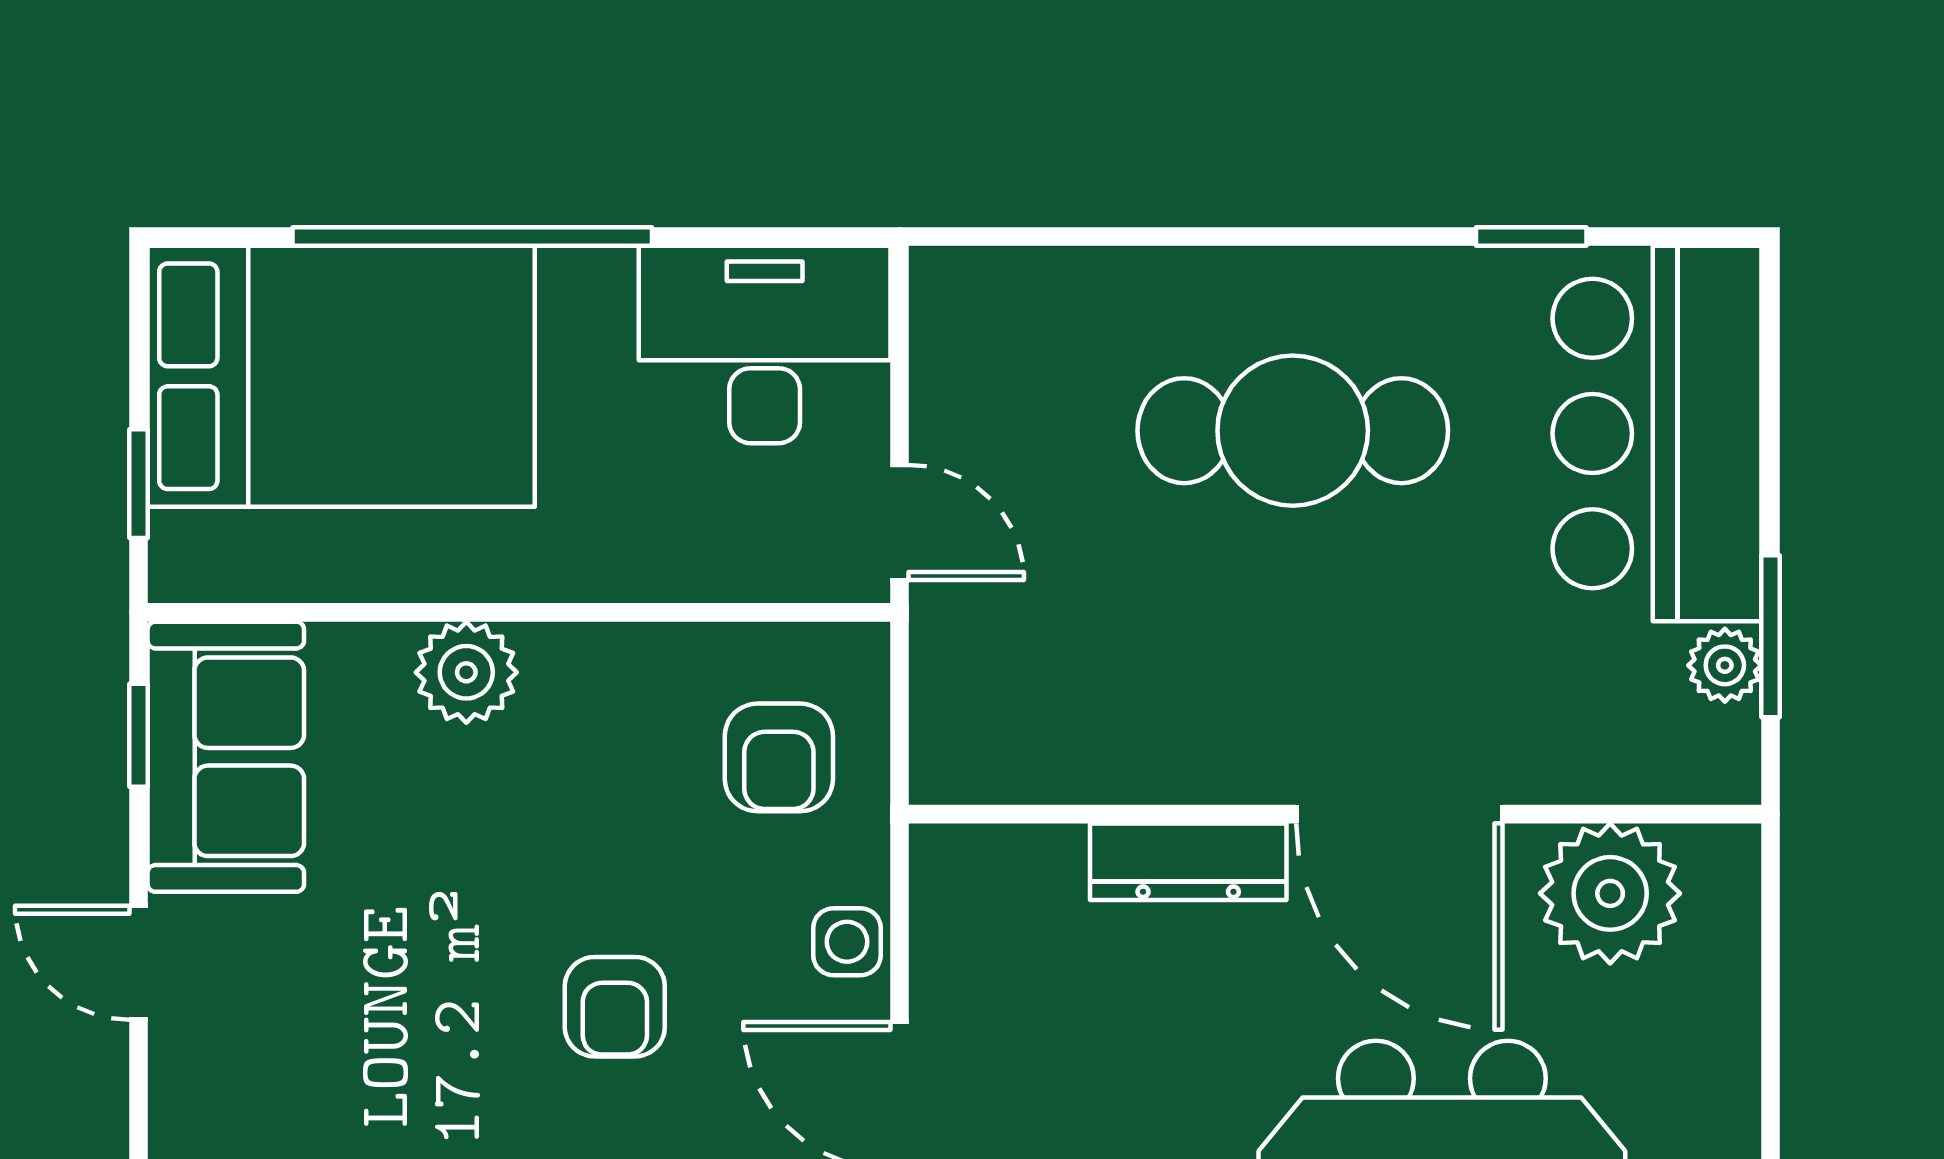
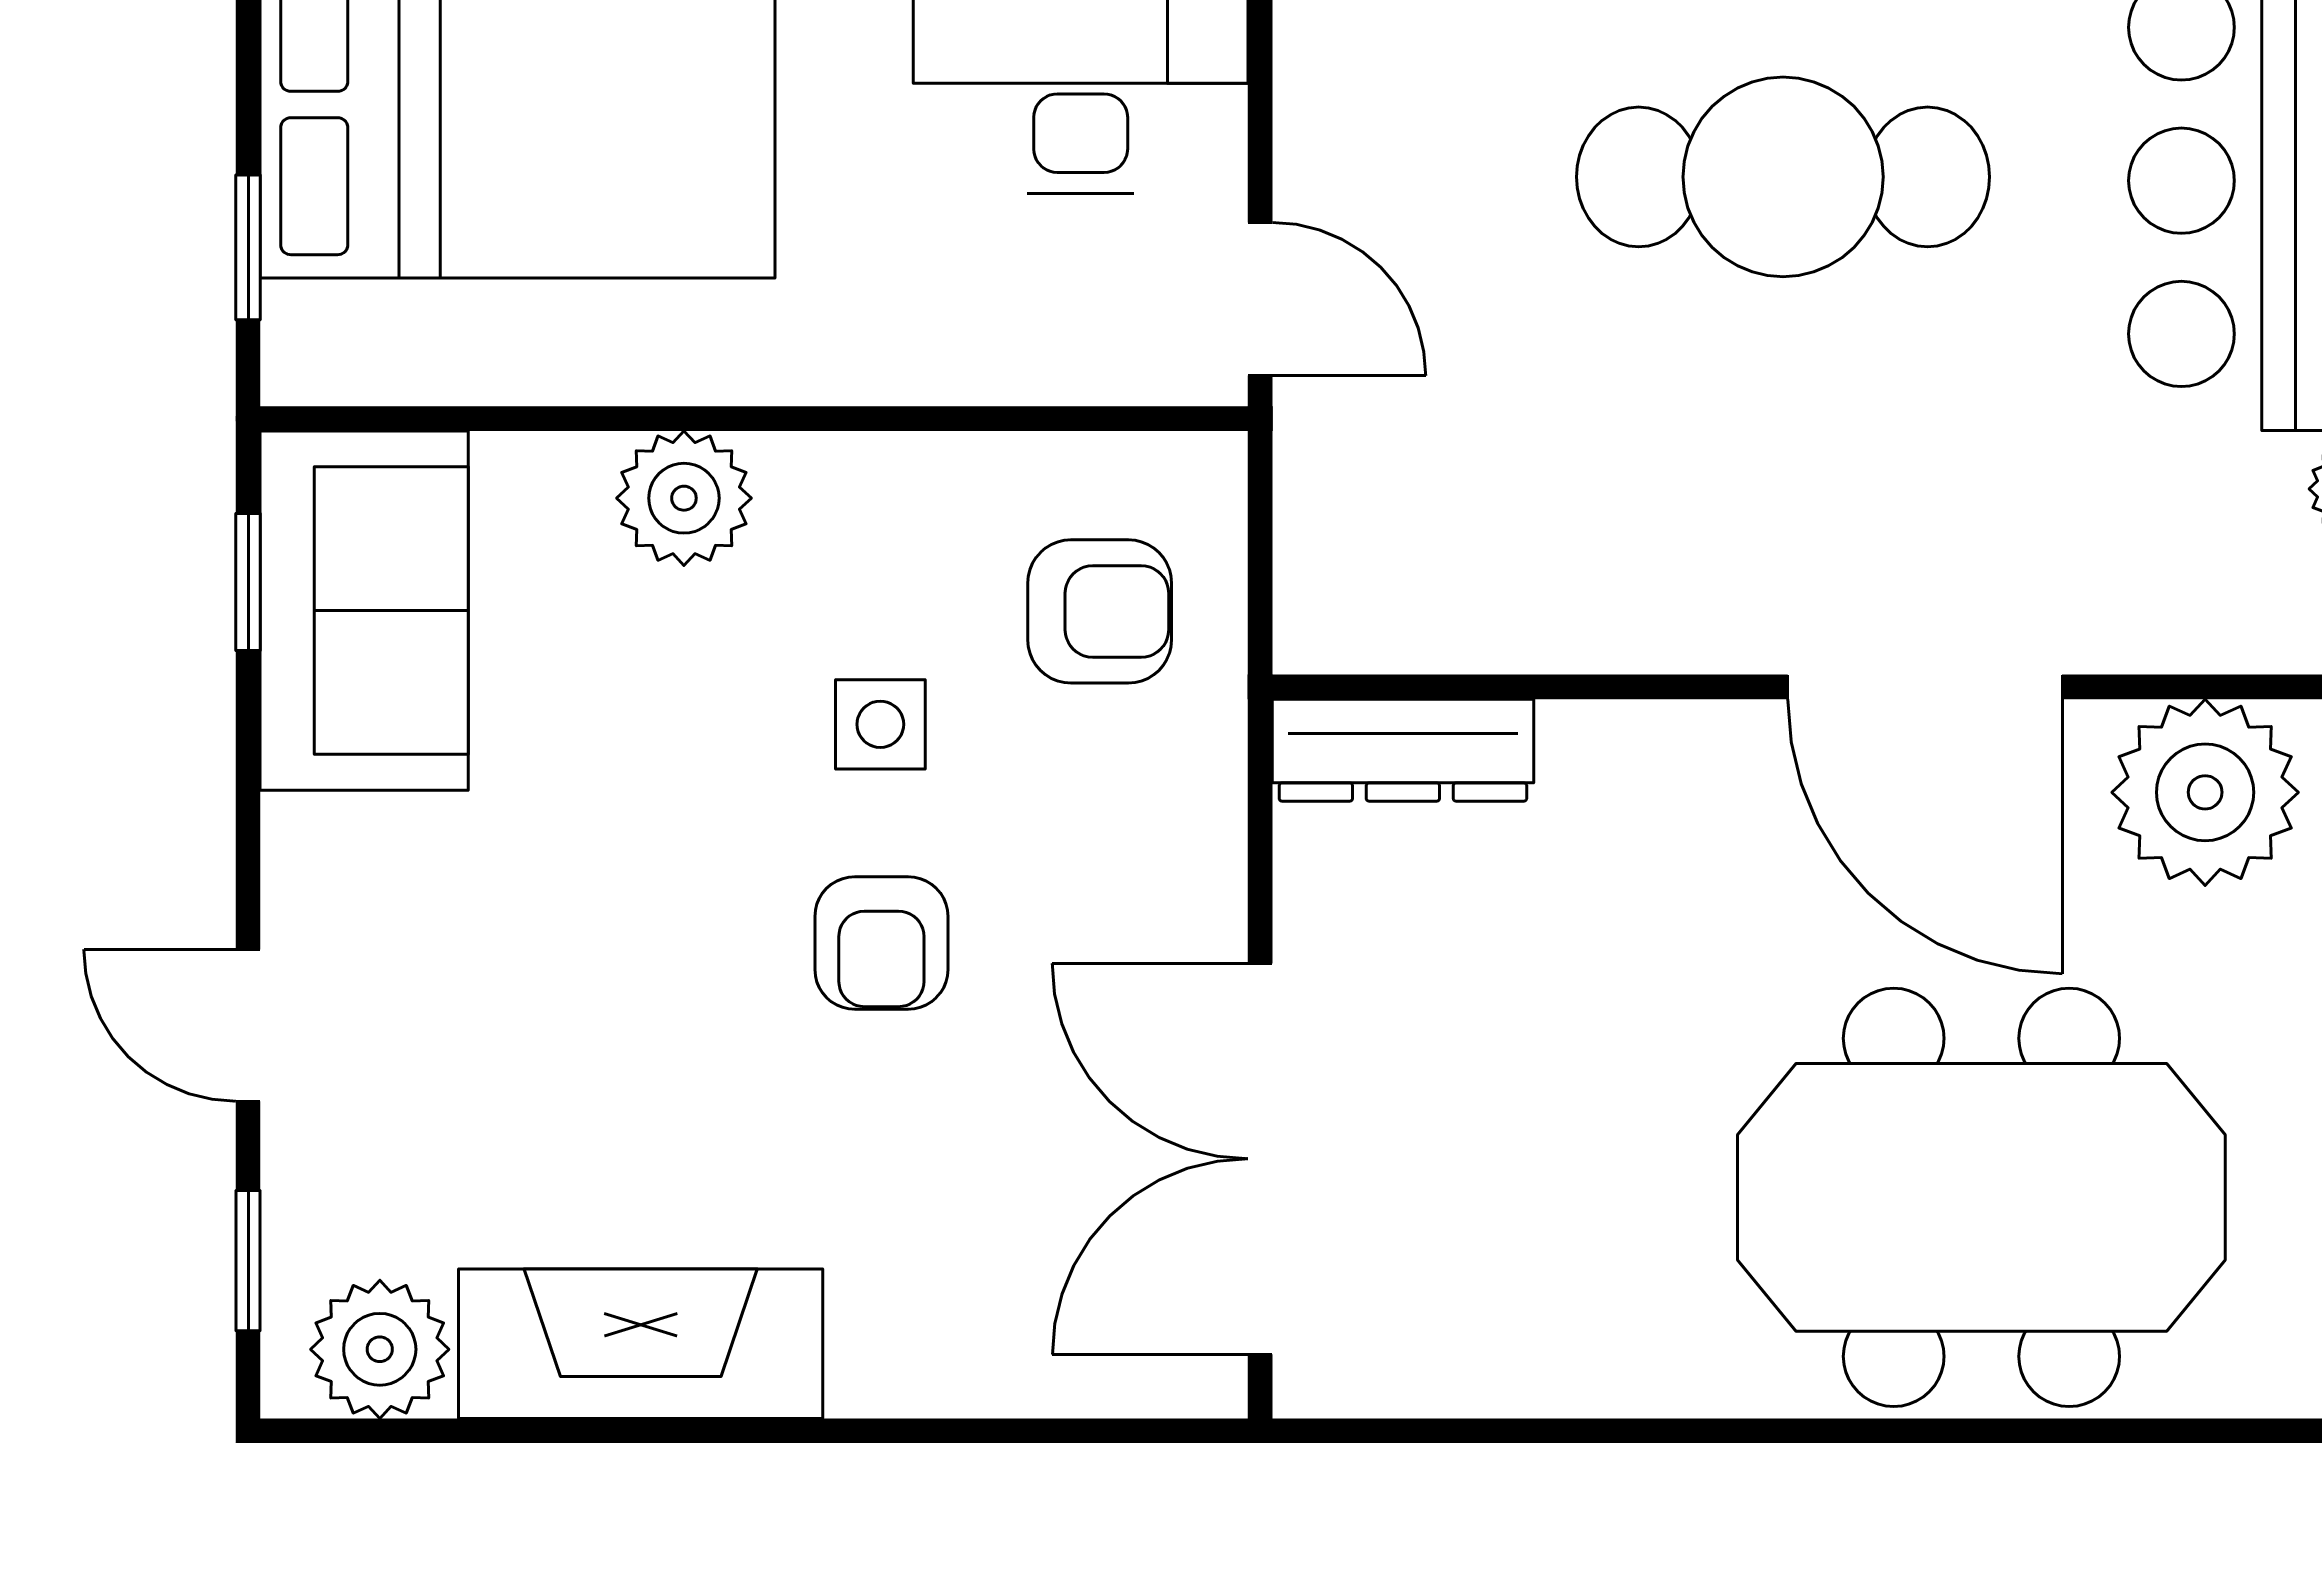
armchair: (779, 757) -> (1100, 611), turned -90
dresser: (1188, 862) -> (1403, 750), moved
side table: (847, 942) -> (880, 724), moved
door: (138, 963) -> (248, 1025), moved

